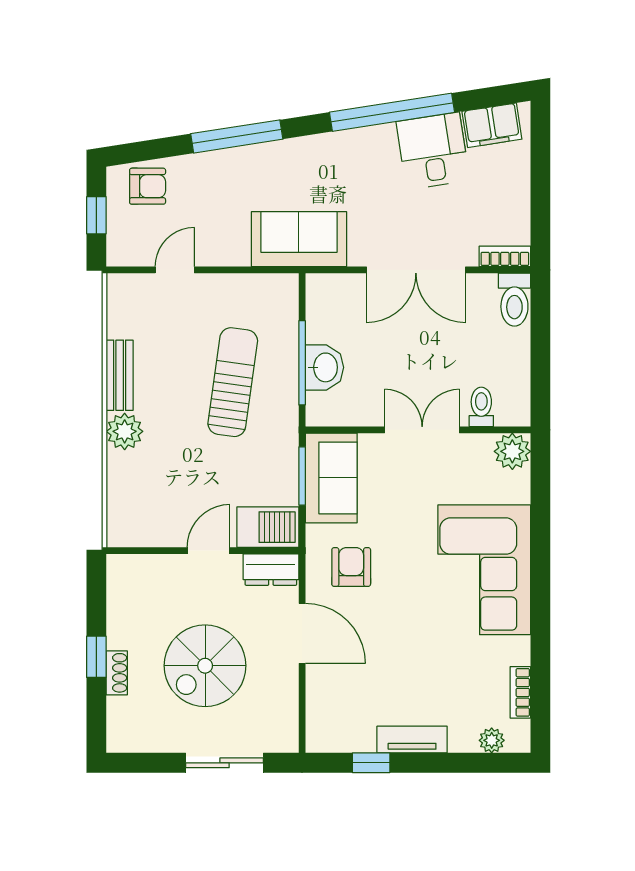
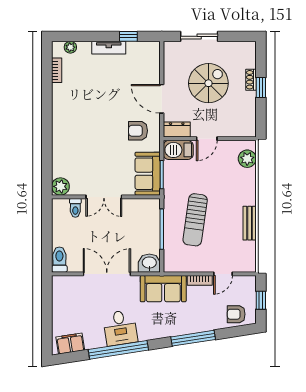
desk: (433, 151) -> (120, 328), moved
bookcase: (505, 256) -> (200, 280), moved
washbasin: (324, 367) -> (149, 263), moved, turned 90
plant: (125, 431) -> (247, 159), moved
armchair: (351, 567) -> (138, 131), turned 90
corner sofa: (484, 570) -> (74, 129), removed

